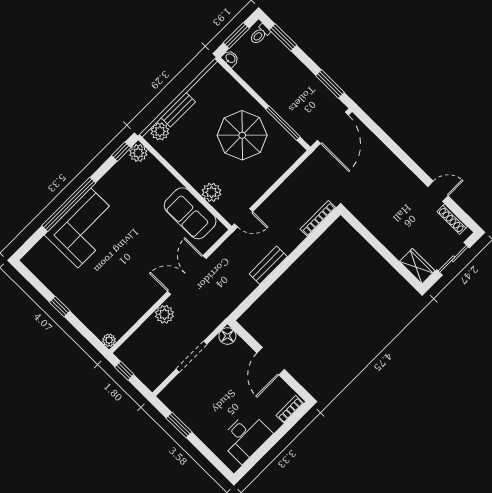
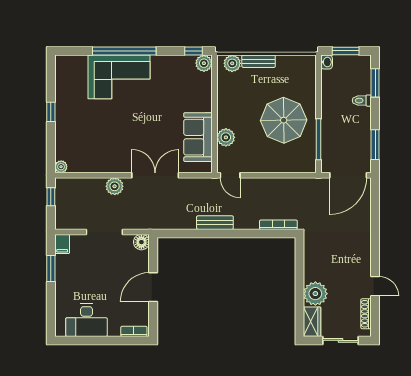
toilet: (260, 34) -> (362, 101), moved
plant: (398, 242) -> (315, 294), added
filing cabinet: (169, 398) -> (62, 244), added

